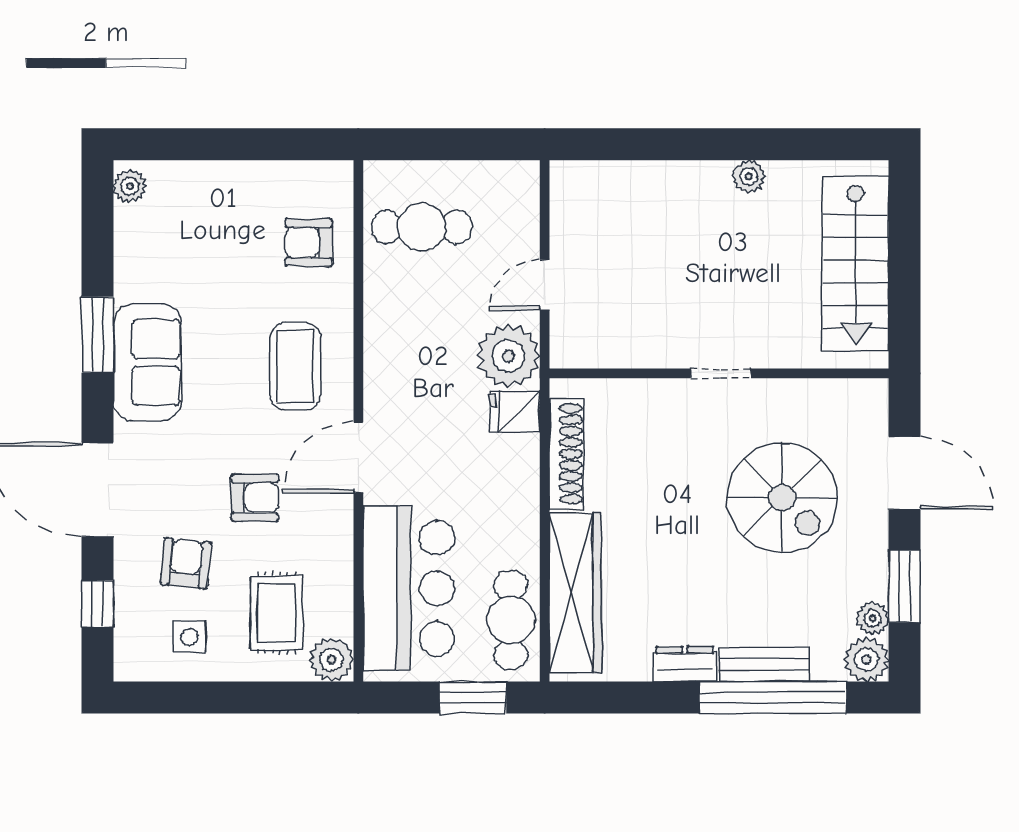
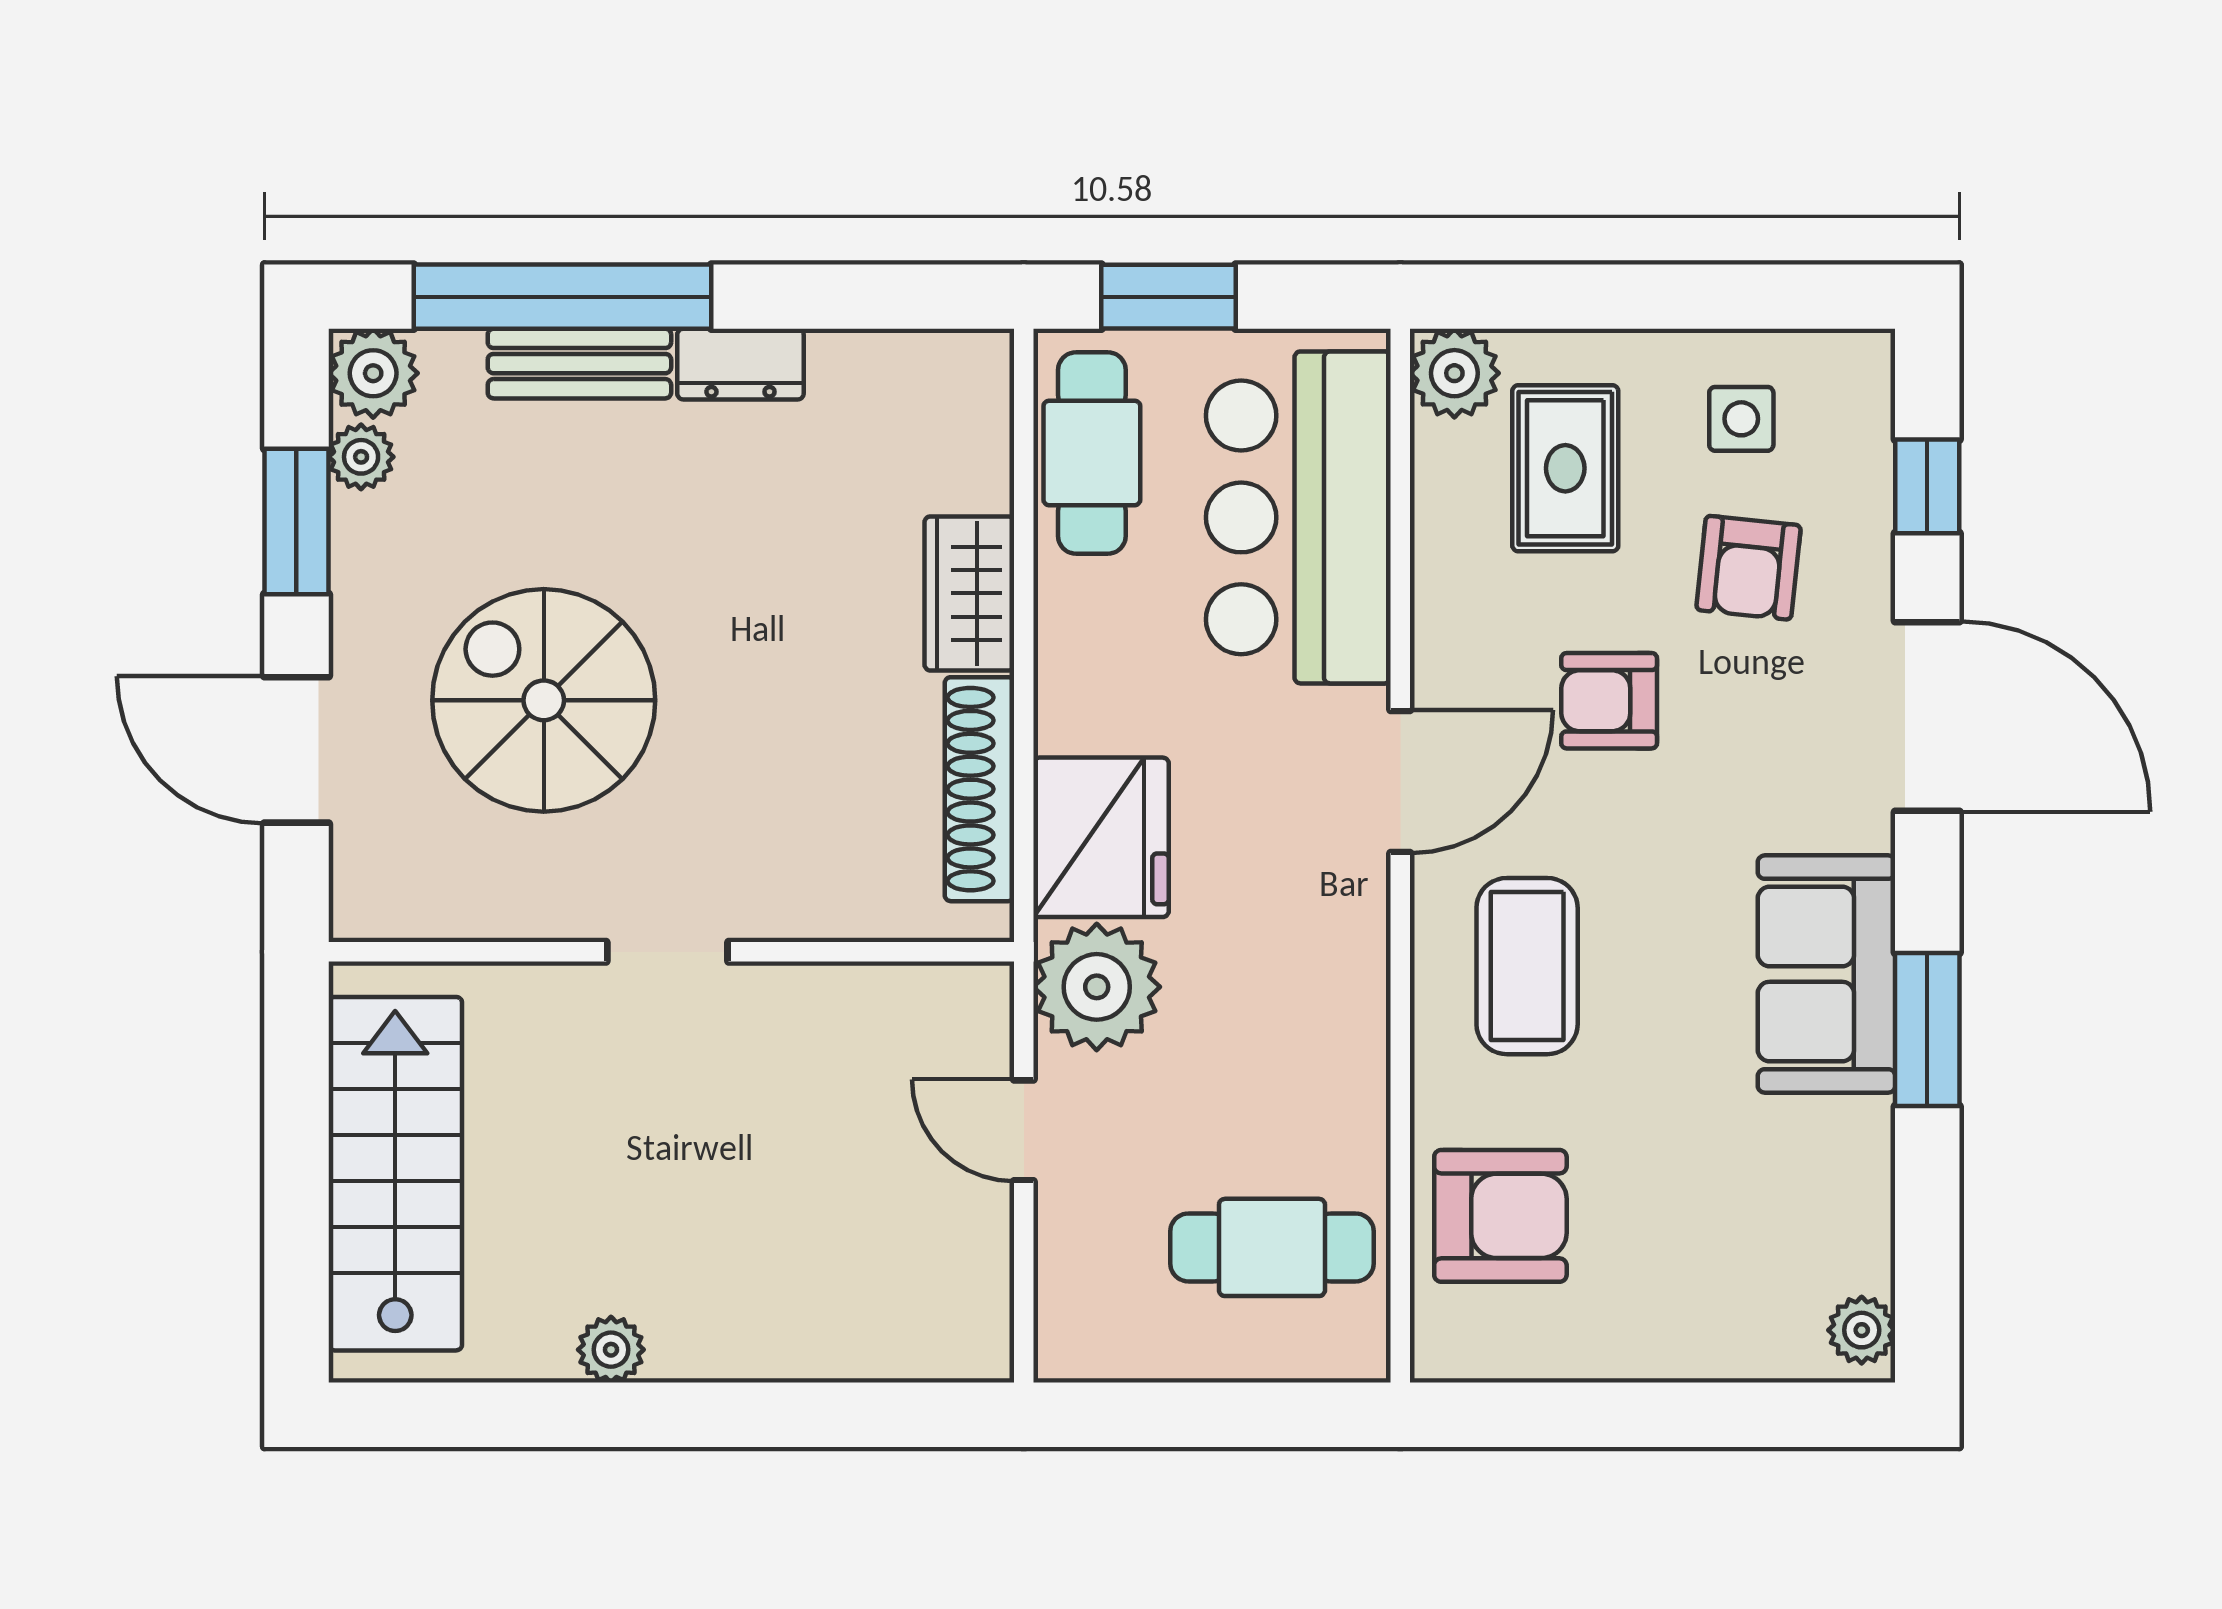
armchair: (309, 243) -> (1500, 1216), width x1.38, depth x1.38
door: (545, 285) -> (1024, 1130), swing flipped
fridge: (515, 411) -> (1101, 837), width x1.88, depth x1.34
wardrobe: (575, 593) -> (969, 593), width x0.48, depth x0.85

